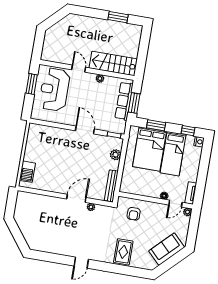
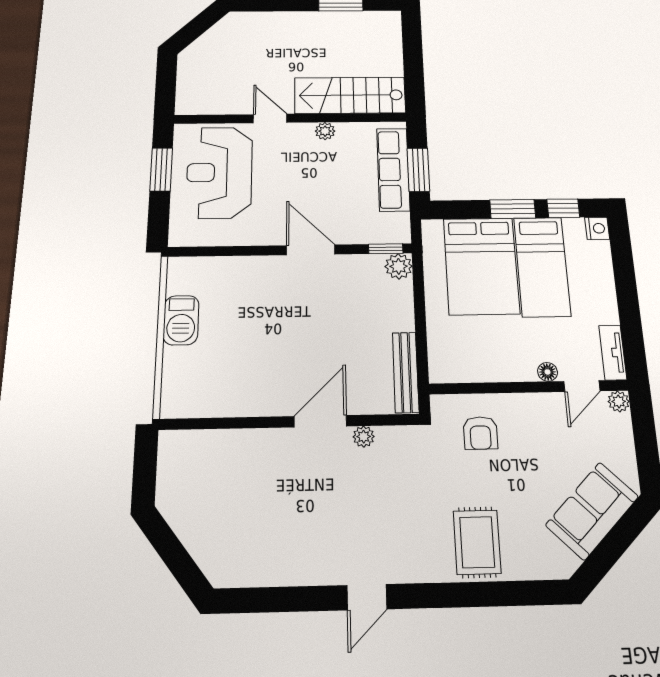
window: (156, 125) -> (513, 209), moved
plant: (116, 155) -> (399, 266), moved
barbecue: (27, 172) -> (181, 320), moved

